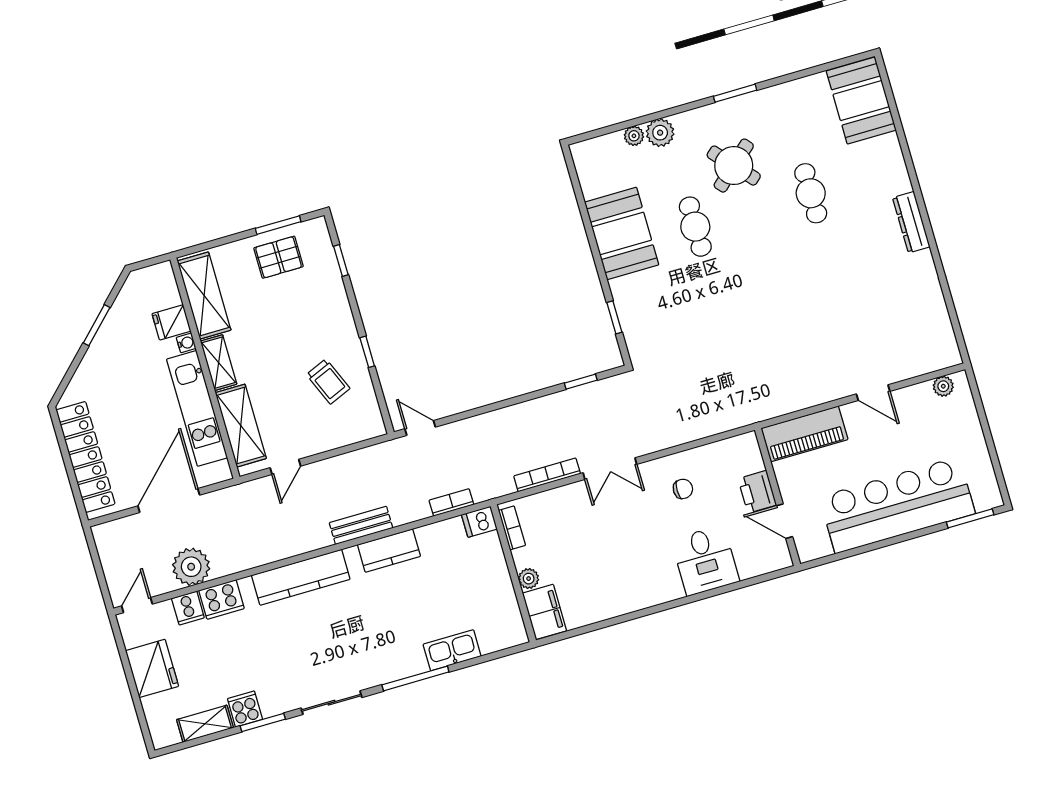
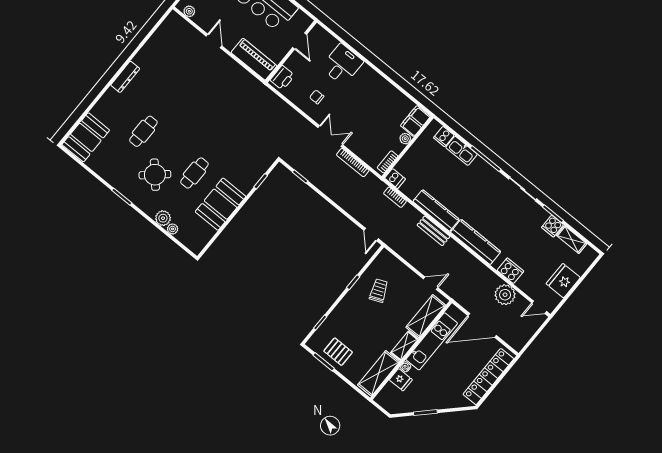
printer: (757, 492) -> (282, 78), moved
kitchen counter: (389, 551) -> (436, 210), width x1.50
cooker: (188, 608) -> (444, 136), moved, turned 180

